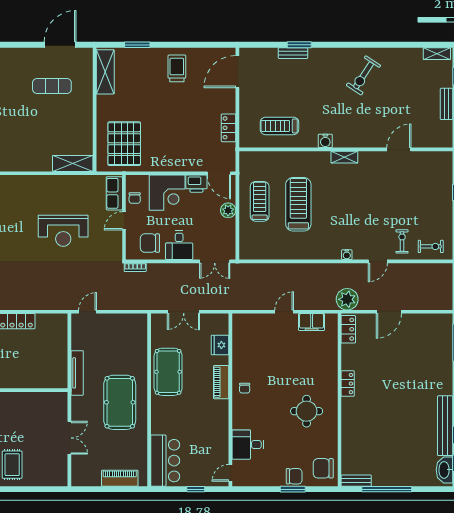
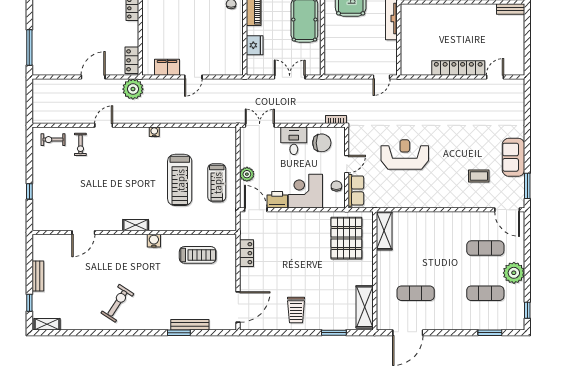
bench: (293, 53) -> (190, 325), width x1.36
shelving: (73, 163) -> (384, 231), moved, turned 90
water cooler: (347, 255) -> (154, 132), moved

